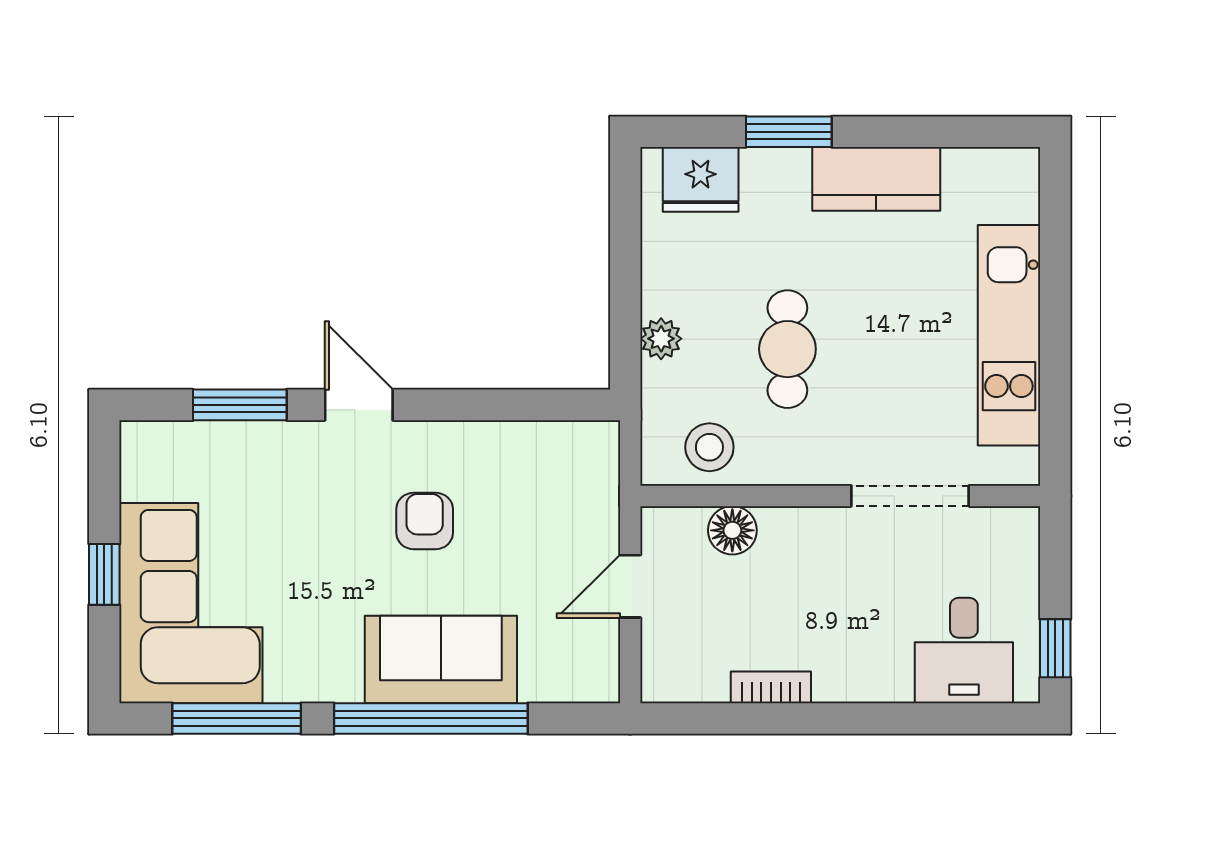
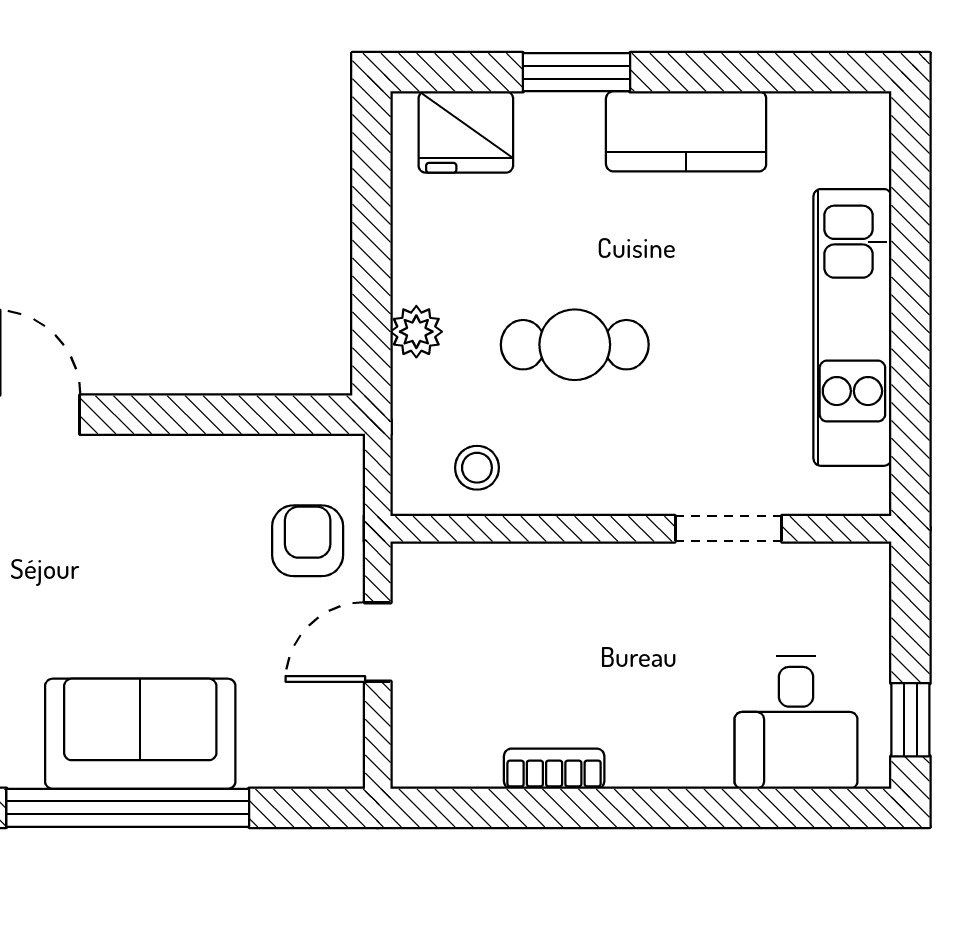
cafe table: (787, 349) -> (575, 345), turned 90
stool: (709, 447) -> (477, 468), width x0.73, depth x0.73
doorway: (910, 496) -> (728, 529), width x0.73
armchair: (425, 521) -> (308, 541), moved
floor lamp: (732, 530) -> (506, 572), removed

